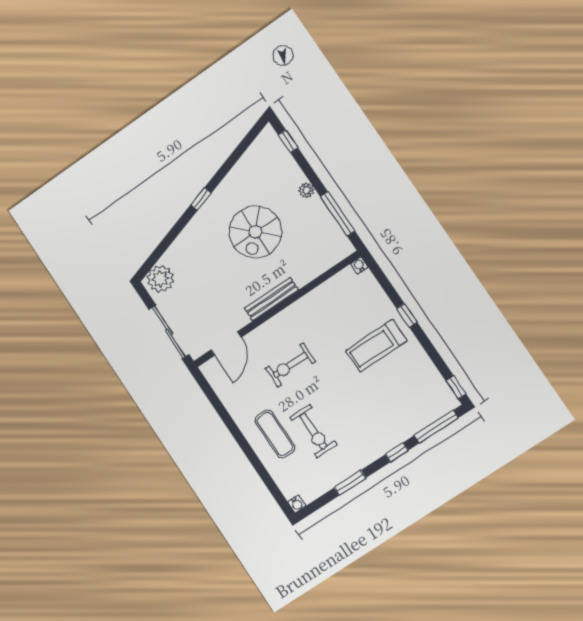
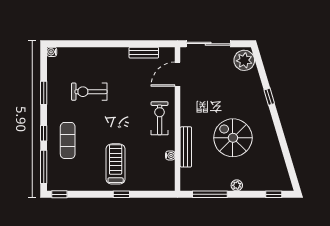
window: (201, 199) -> (269, 97), moved
water cooler: (359, 265) -> (170, 155), moved
bench: (271, 299) -> (186, 147), moved
door: (226, 344) -> (178, 74), hinge flipped
exercise bike: (290, 365) -> (160, 118), moved
bench: (227, 398) -> (144, 53), added
exercise mat: (275, 434) -> (68, 140), moved, turned 90

